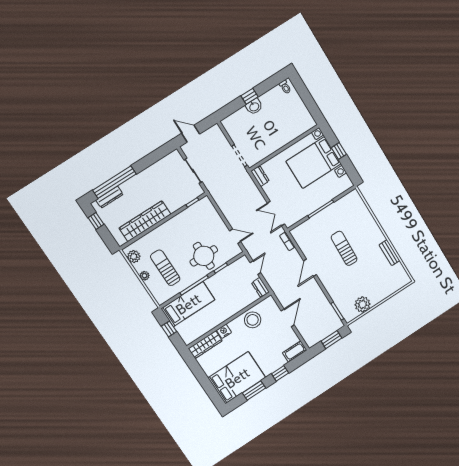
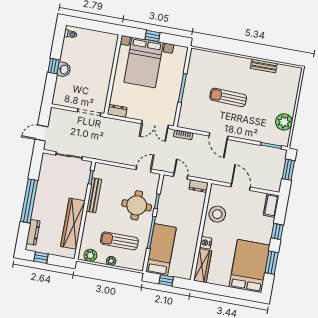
window: (114, 182) -> (29, 201), moved
bench: (181, 217) -> (94, 195), added

